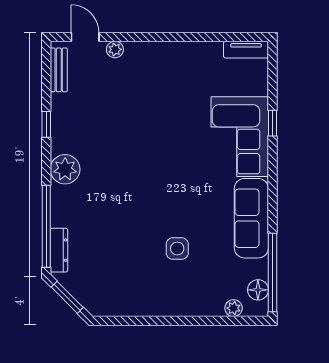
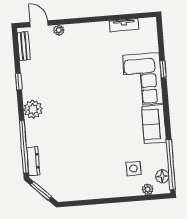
tv unit: (246, 50) -> (124, 25), moved
sofa: (251, 218) -> (154, 124), width x0.73
side table: (177, 249) -> (134, 168), moved

